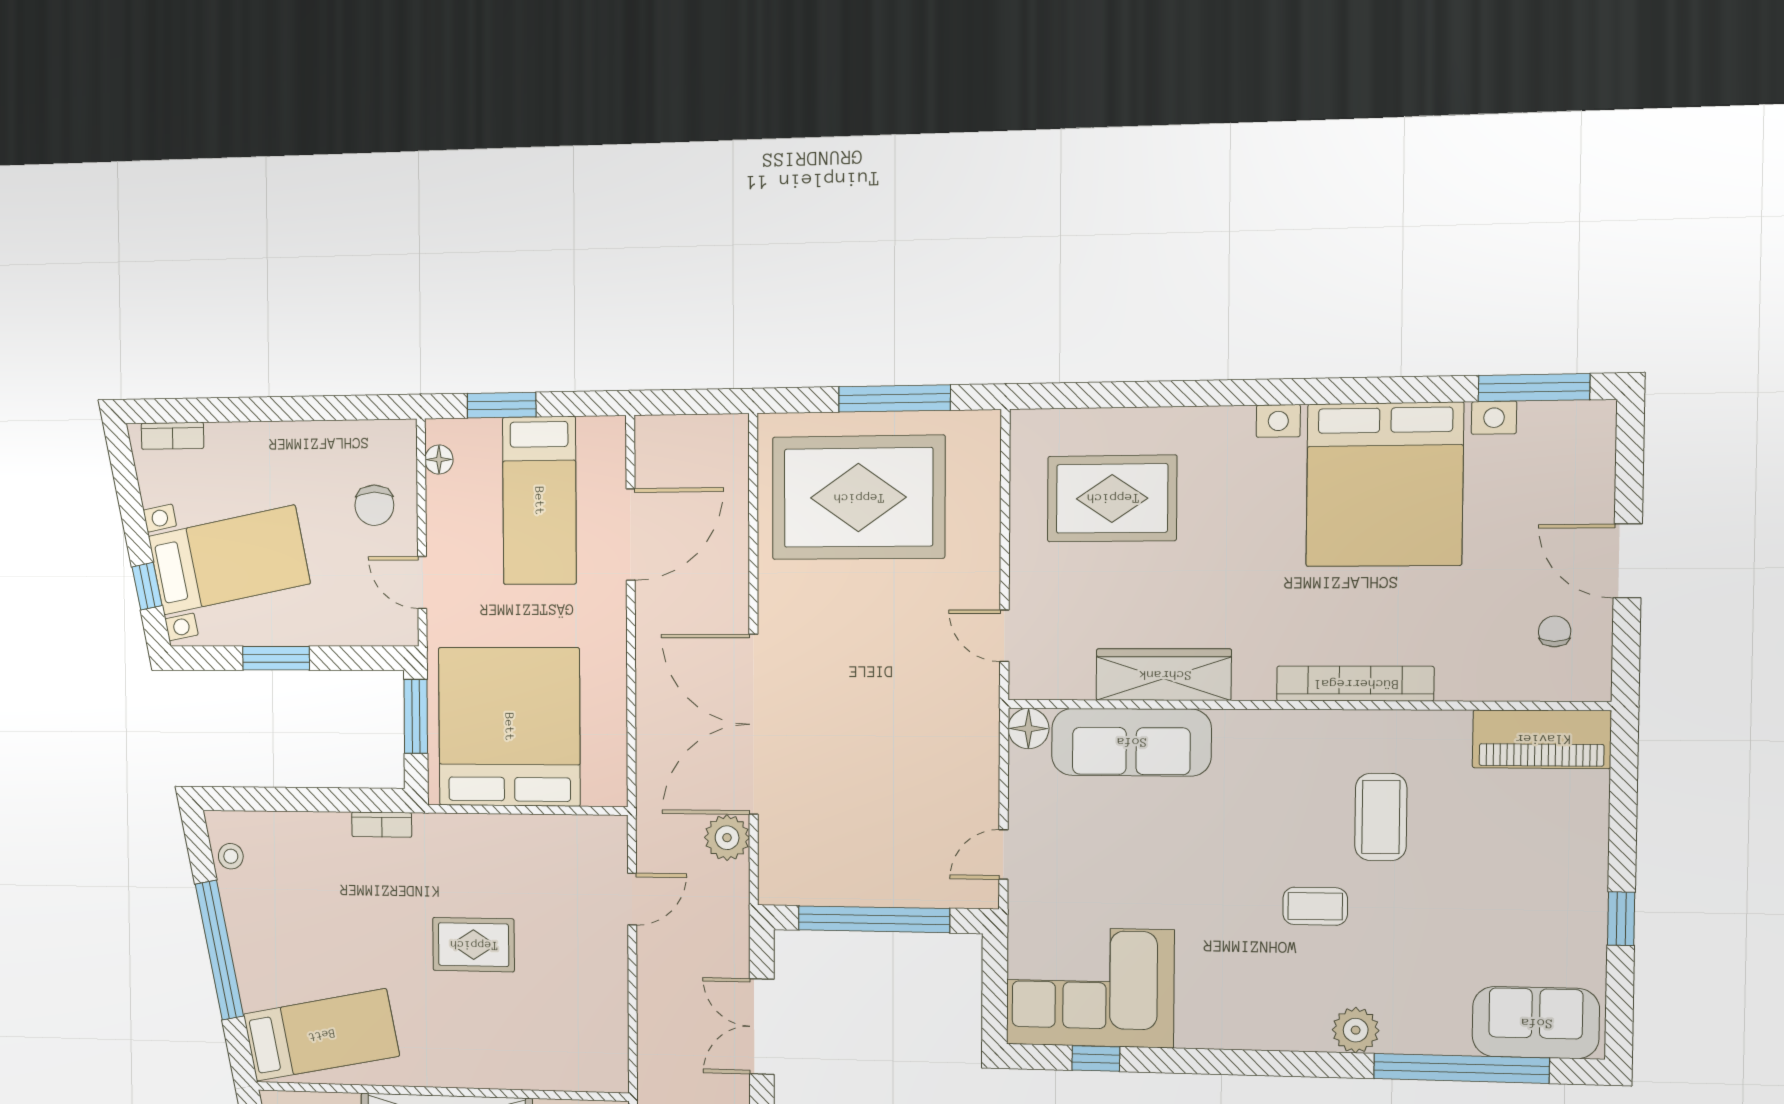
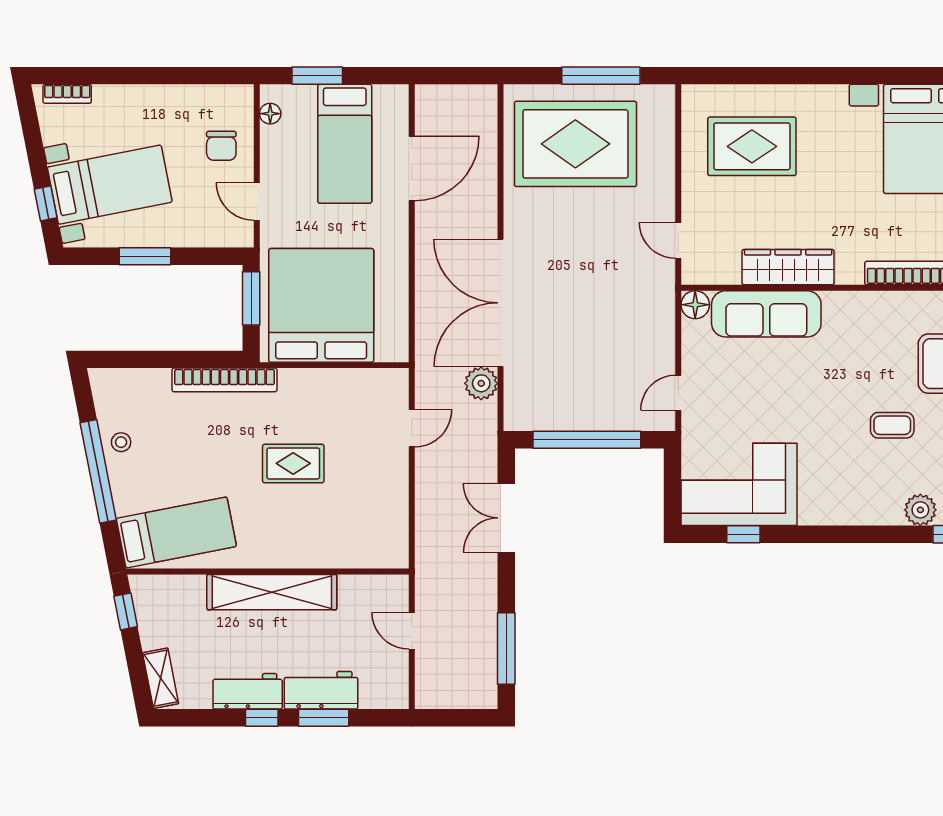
bookcase: (382, 825) -> (224, 380), width x2.31, depth x1.31
stool: (231, 856) -> (121, 442), moved

